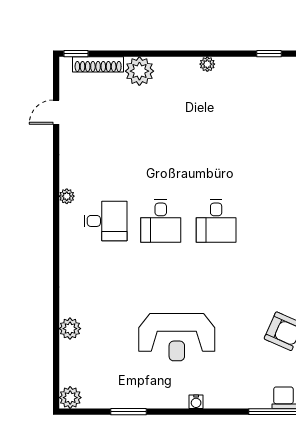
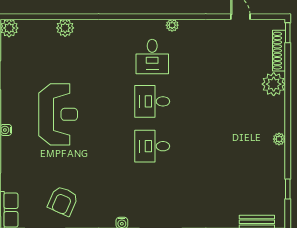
reception desk: (177, 337) -> (58, 114), turned 180

